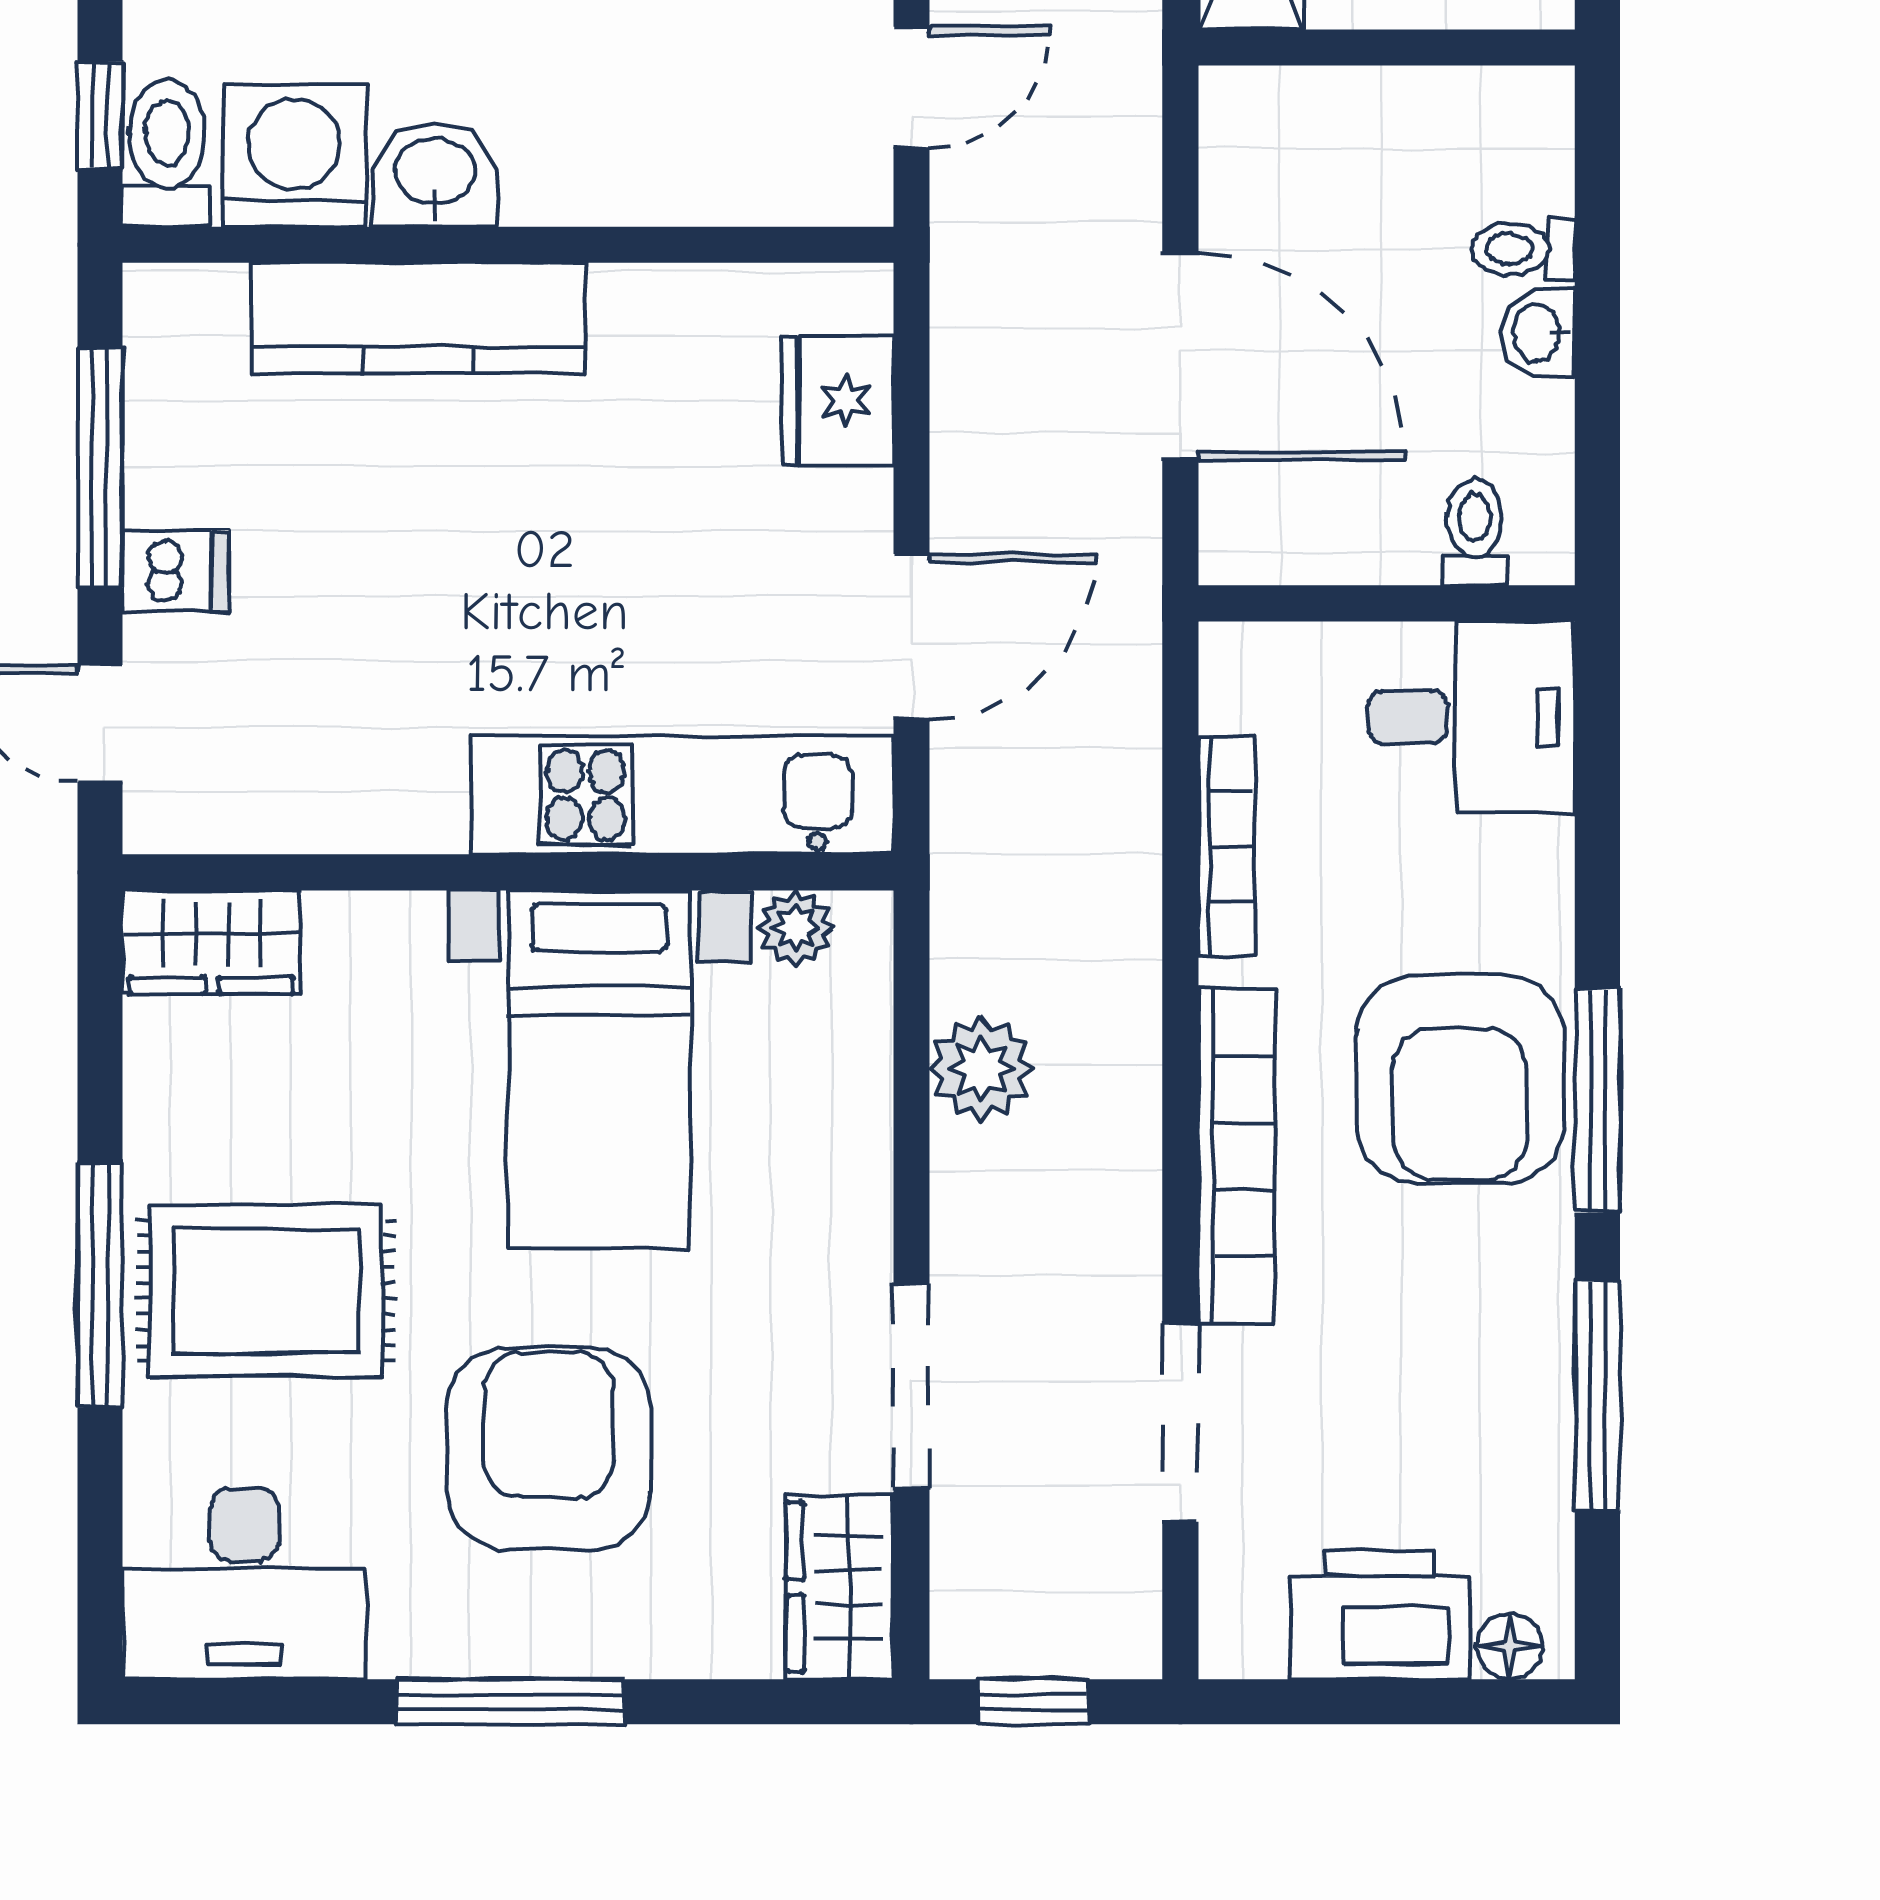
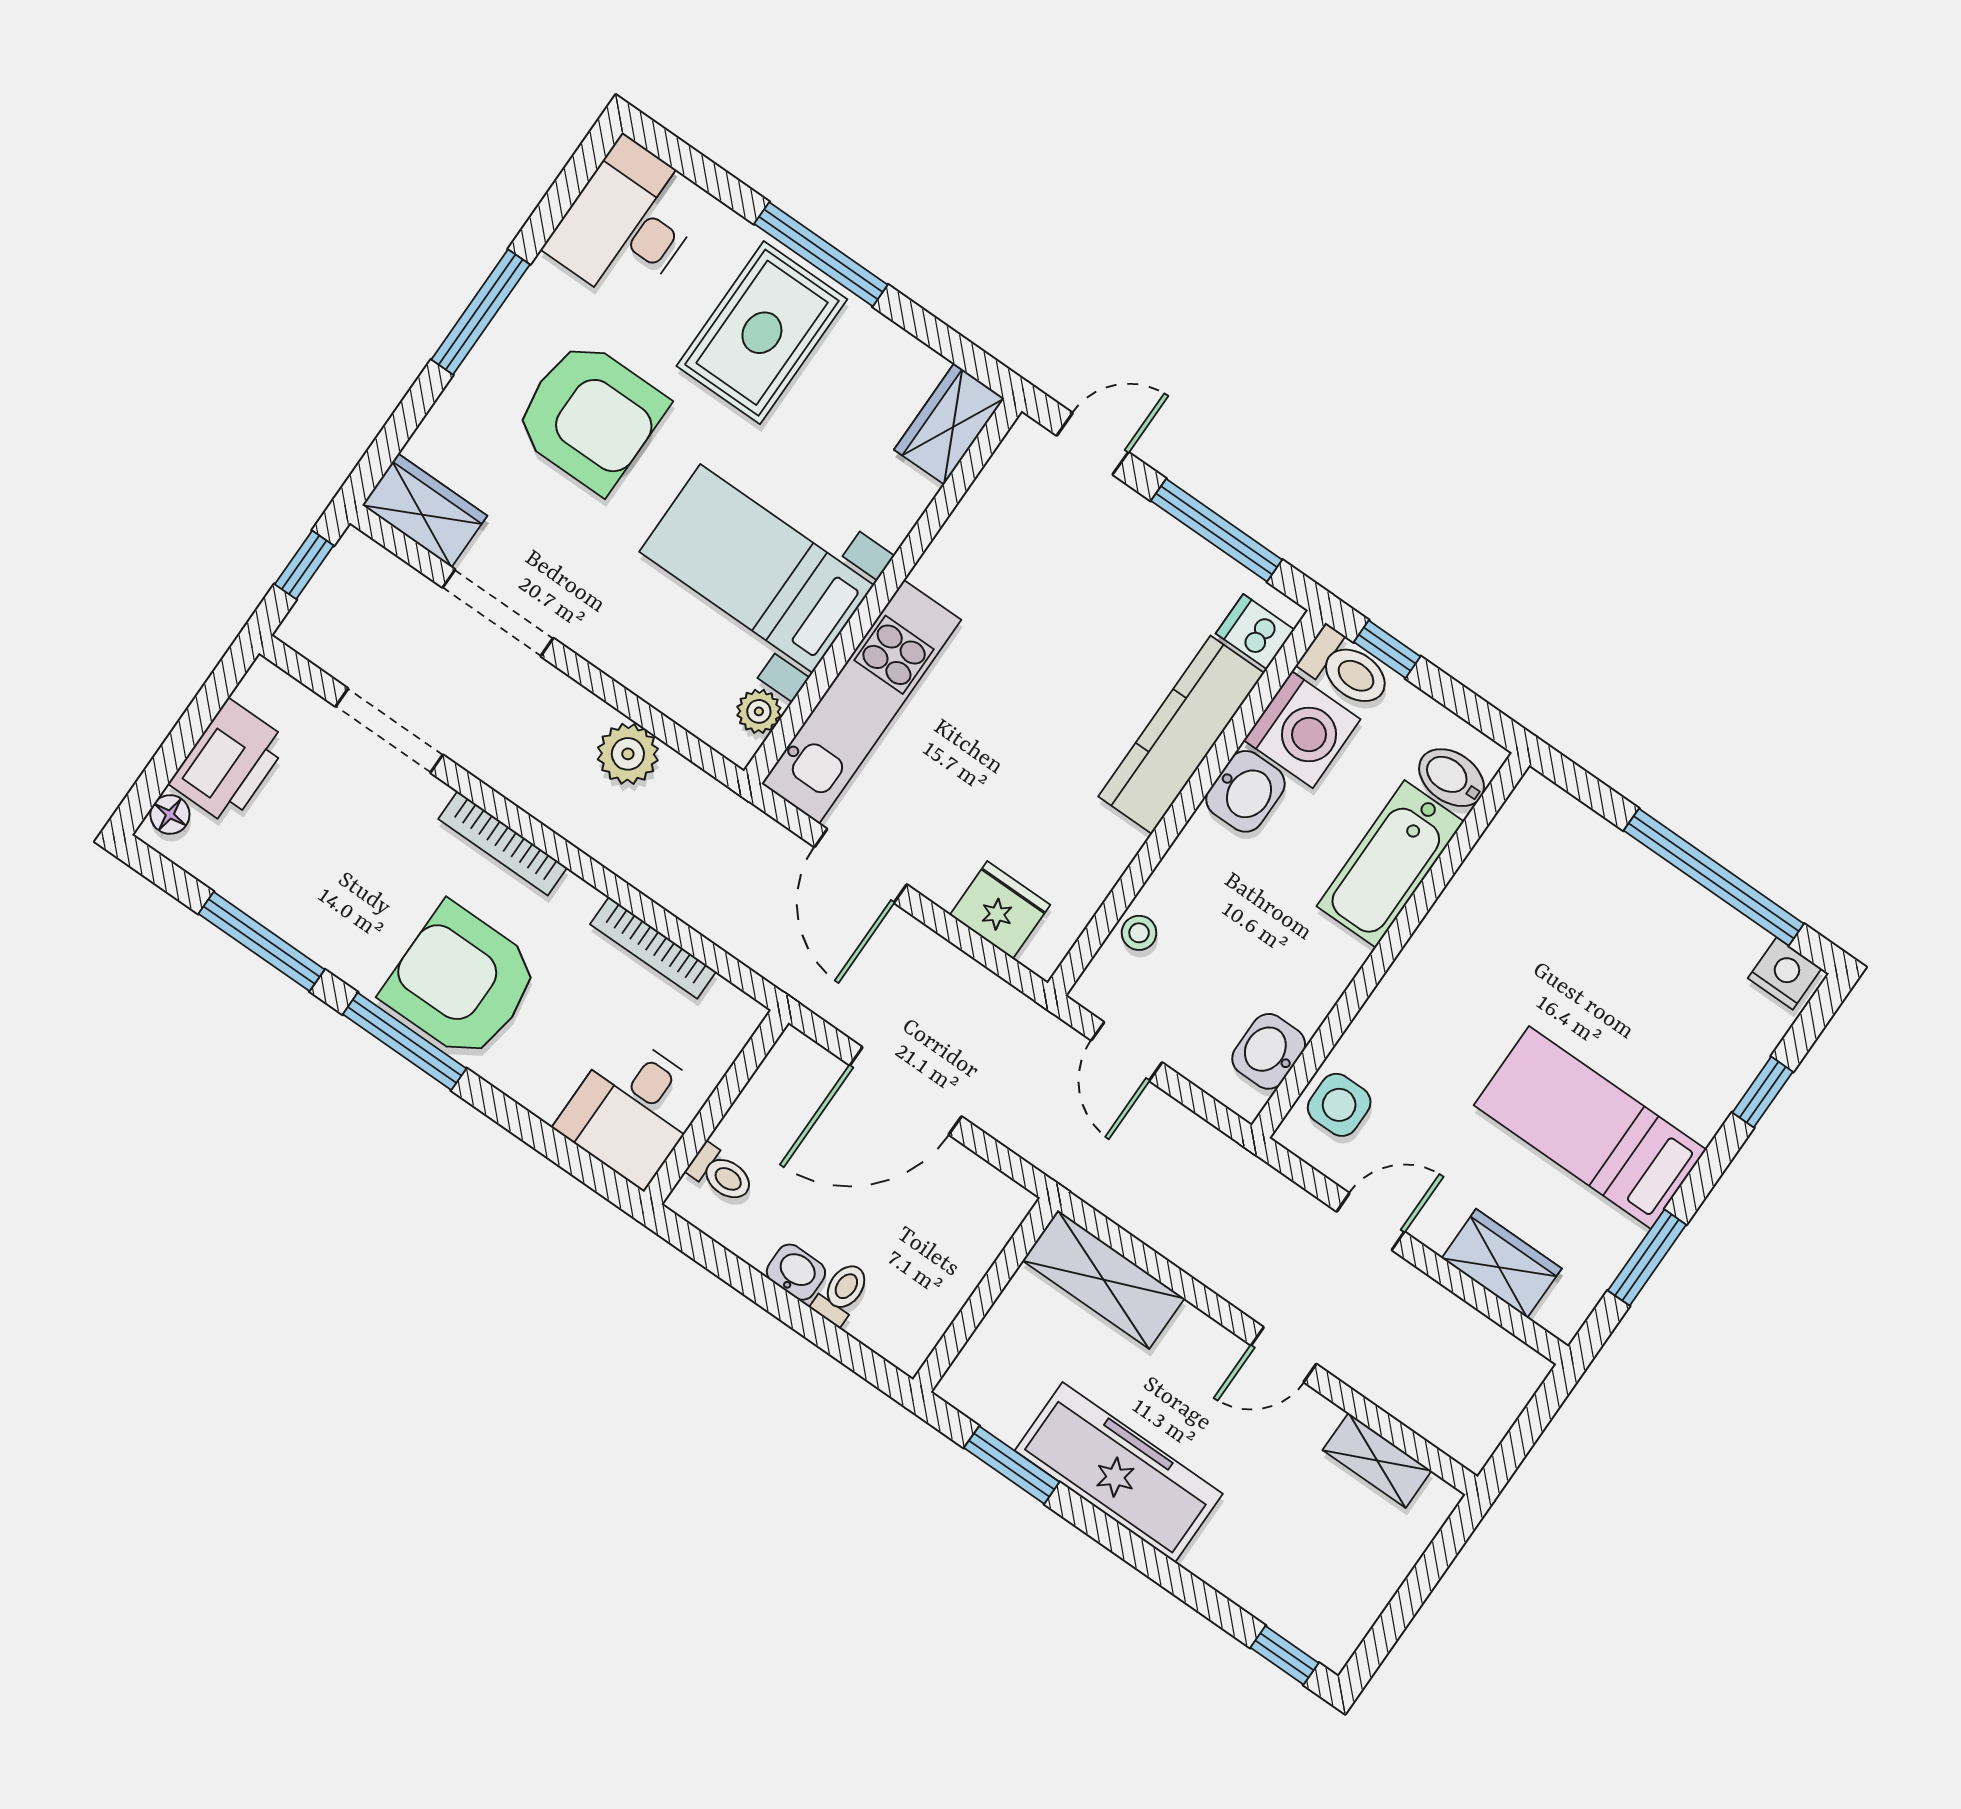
stool: (735, 185) -> (1139, 933), added
dishwasher: (175, 571) -> (1255, 632), moved, turned 90
bookcase: (1236, 1156) -> (503, 843), width x0.68, depth x0.76

